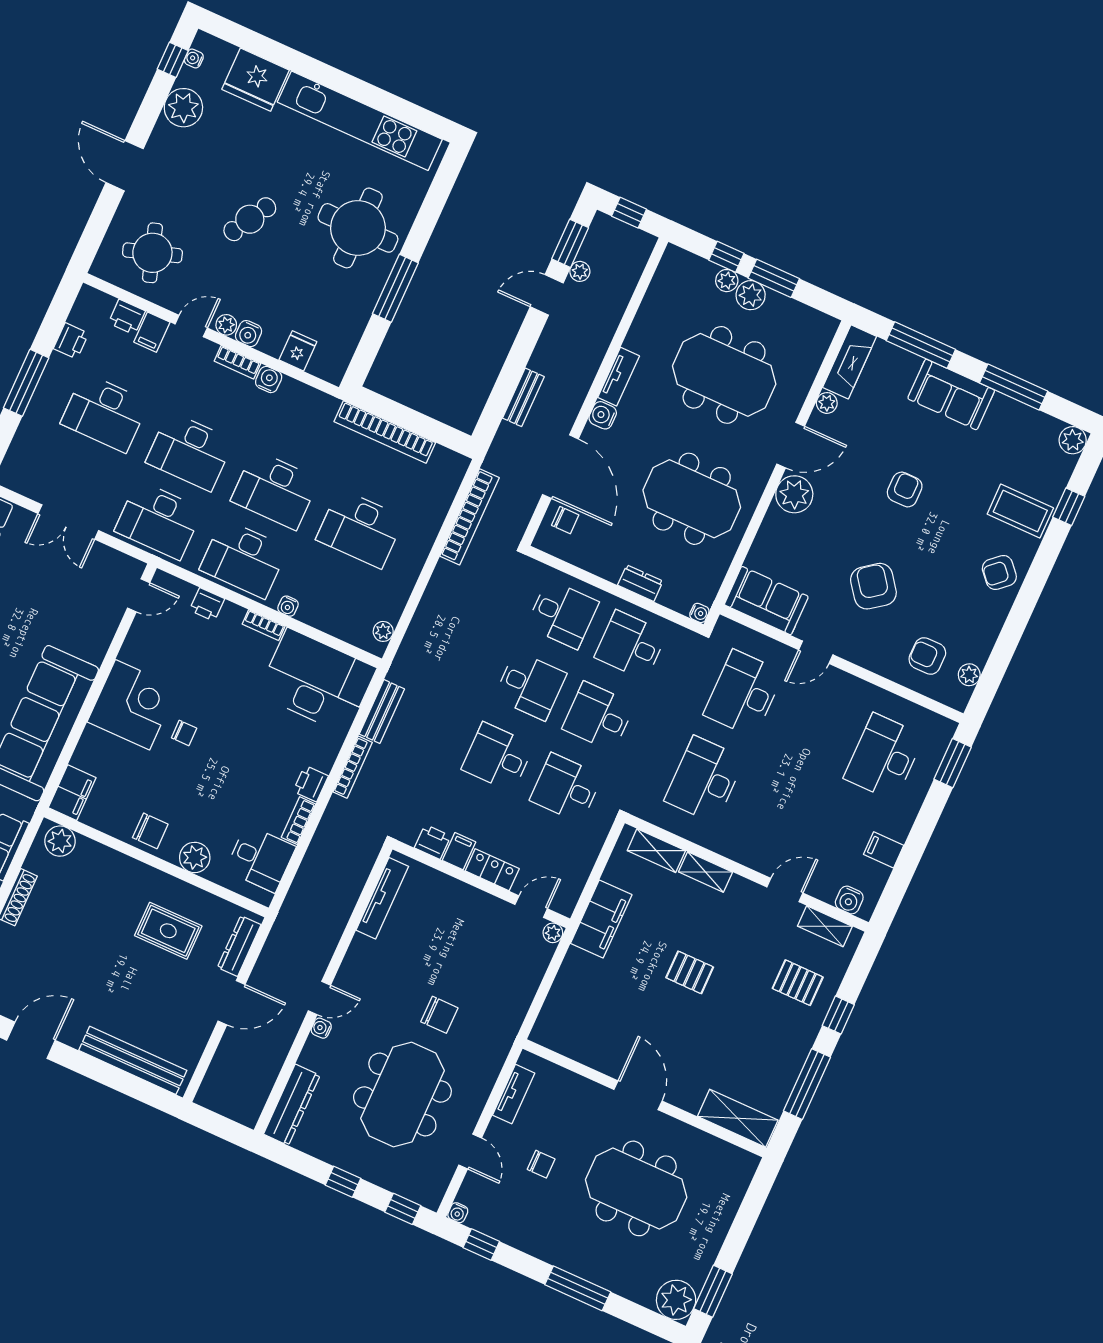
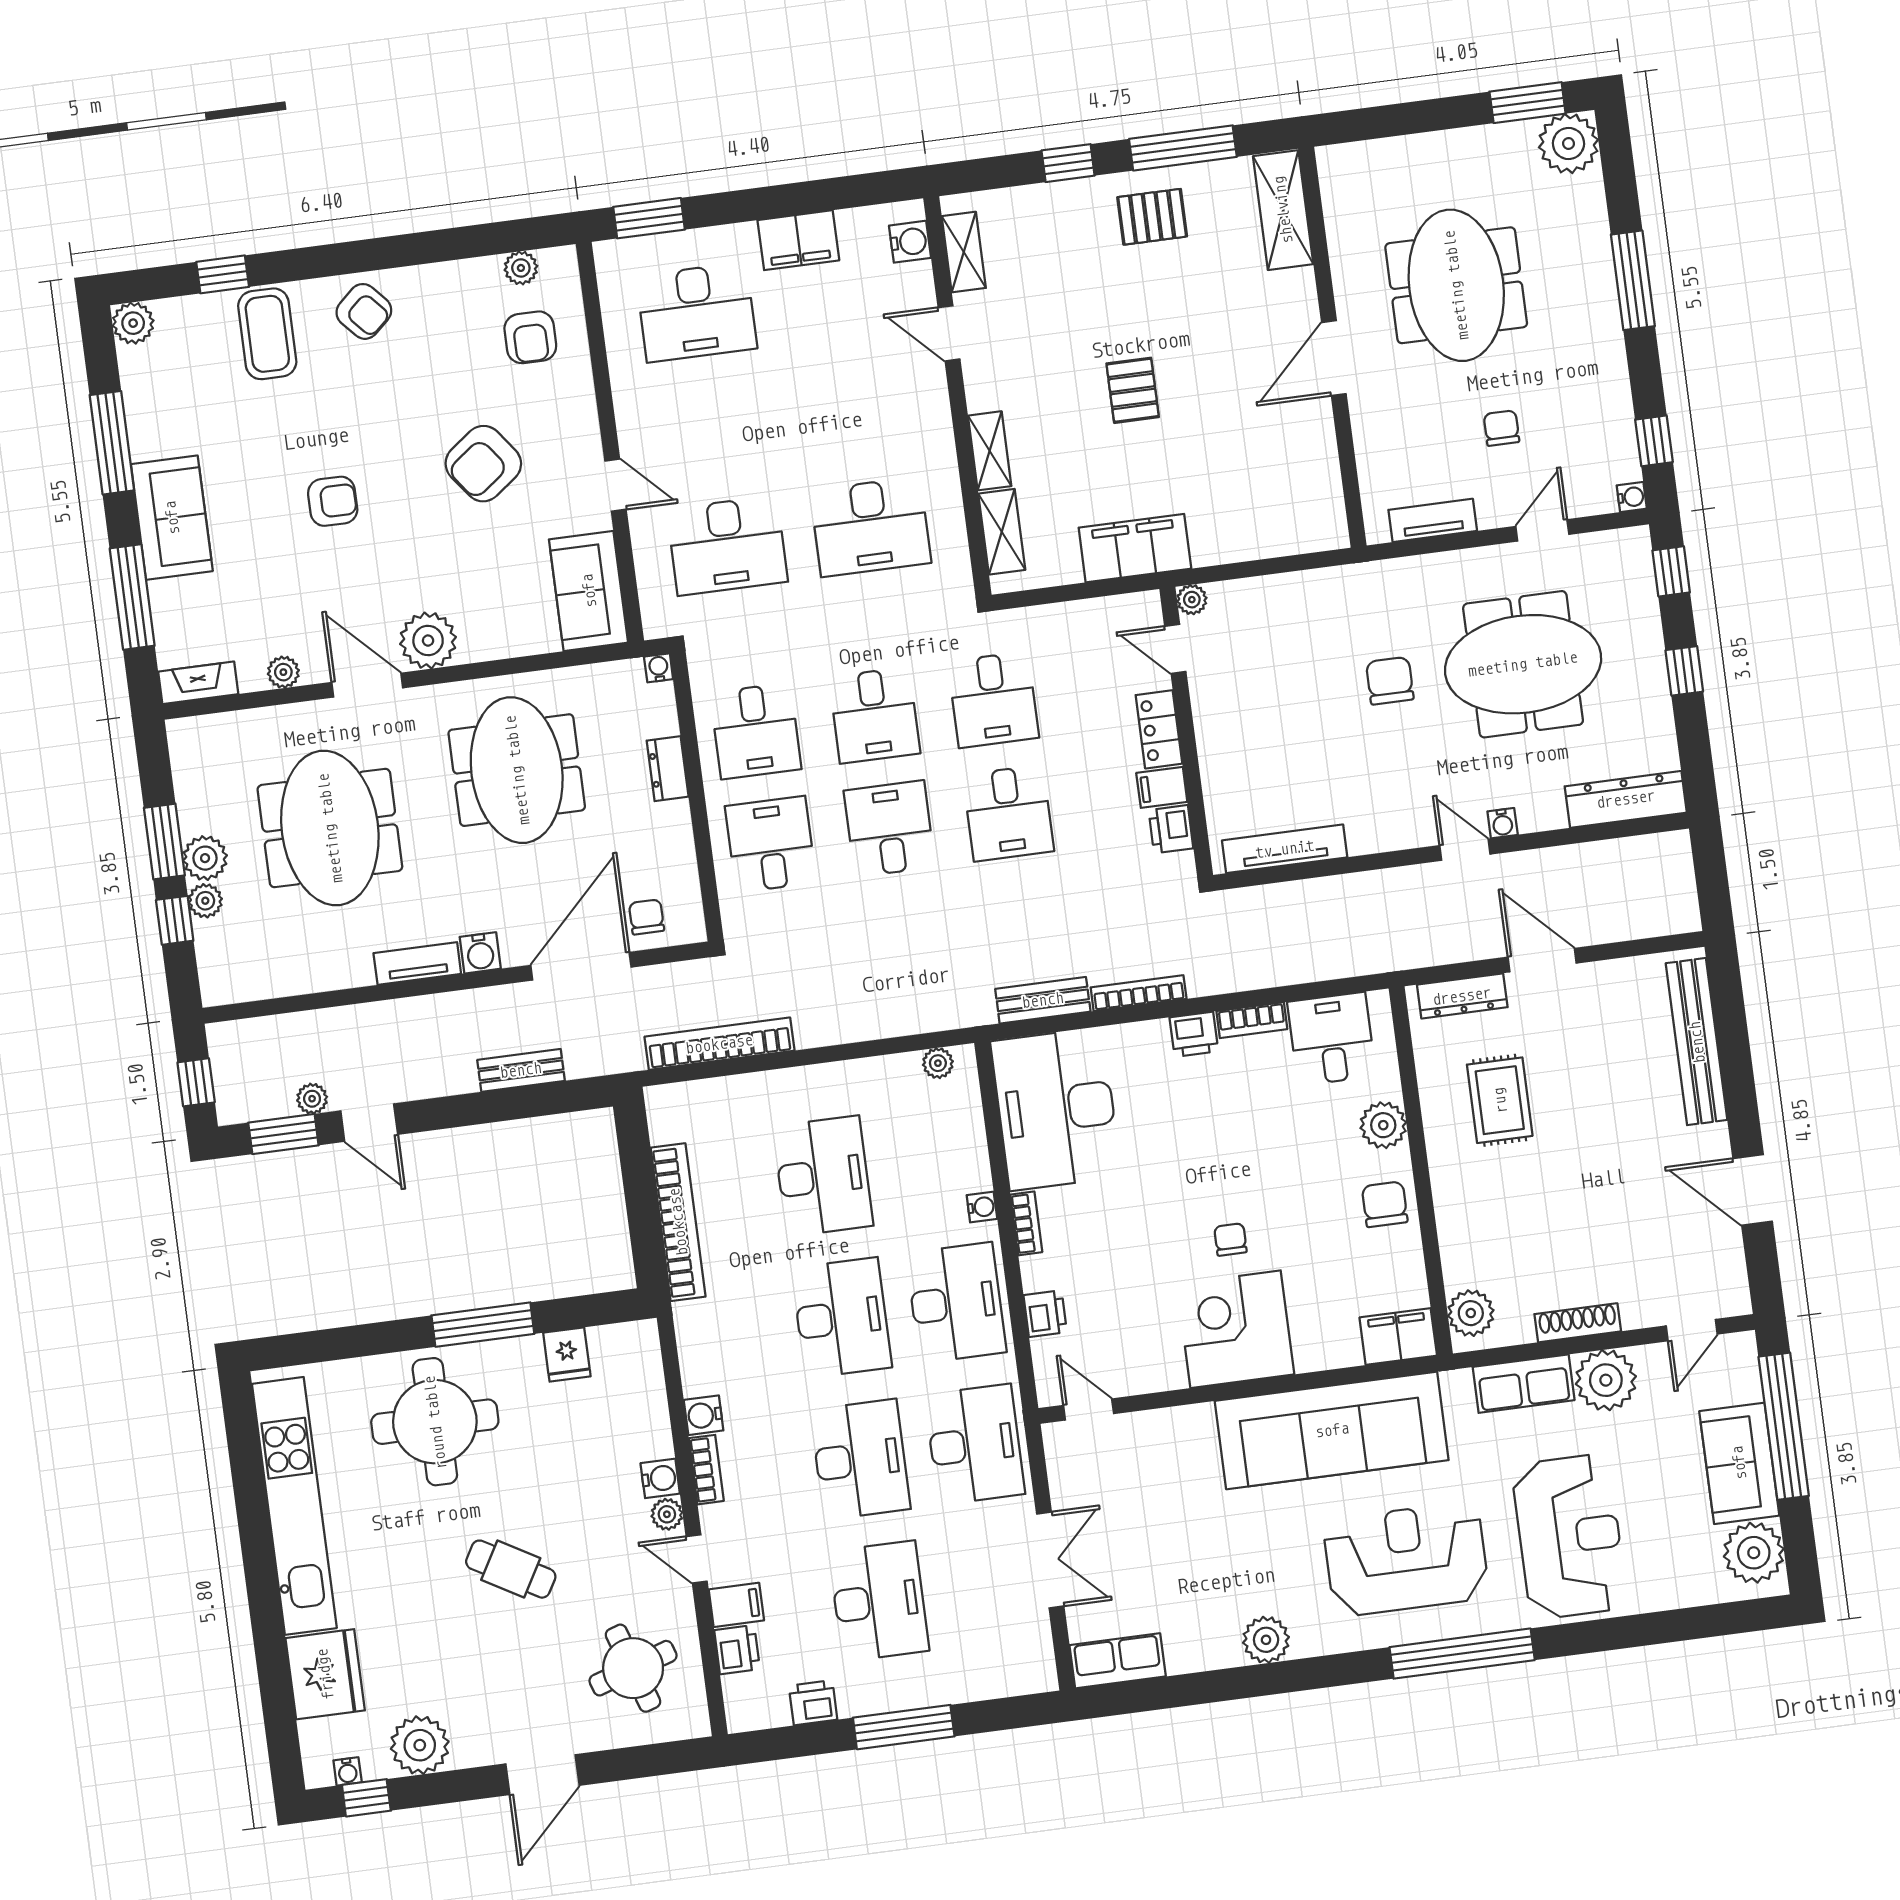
fridge: (298, 351) -> (567, 1355), moved, turned -90
fireplace: (850, 362) -> (198, 683), width x0.73, depth x0.76
armchair: (905, 489) -> (333, 501), turned 180
filing cabinet: (884, 850) -> (798, 240), width x2.00
pallet: (798, 983) -> (1152, 217), moved, turned 90

